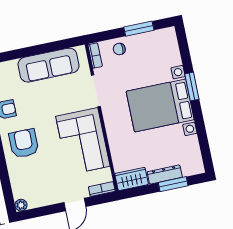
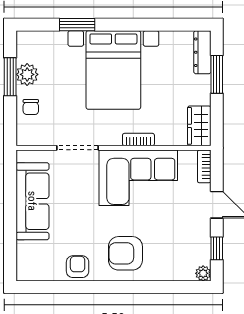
plant: (143, 41) -> (27, 74), added
bookcase: (95, 56) -> (138, 140), moved
window: (192, 87) -> (77, 25), moved
dresser: (165, 174) -> (202, 52), moved
window: (42, 211) -> (217, 248), added

